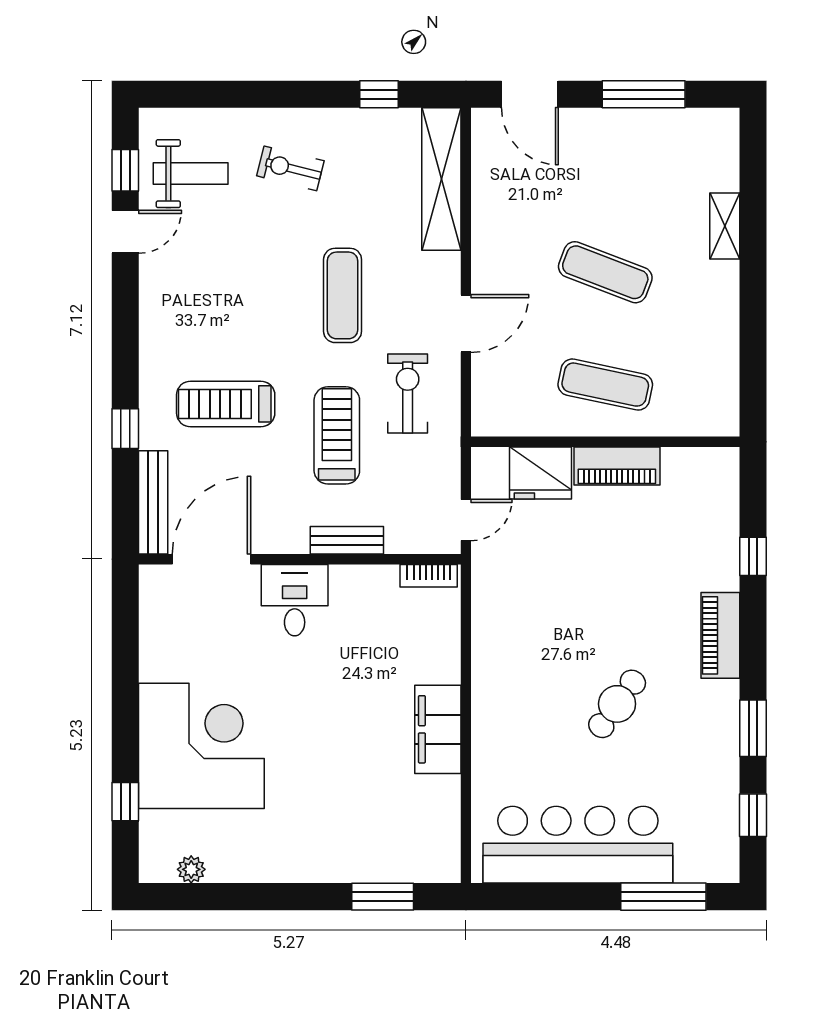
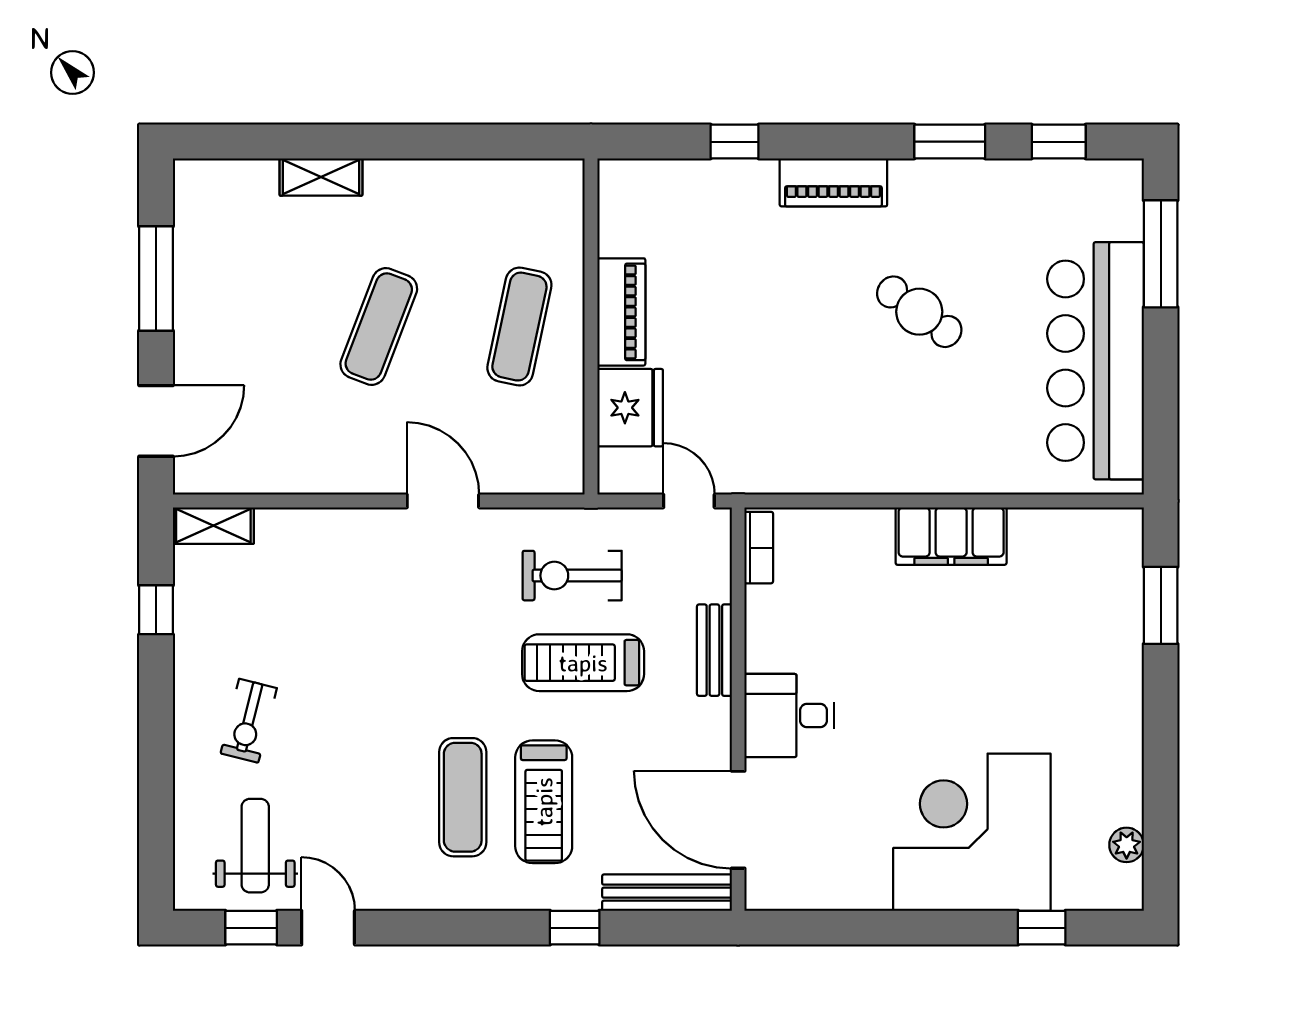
shelving: (441, 179) -> (213, 526), width x0.45, depth x0.75
exercise mat: (343, 295) -> (463, 797), moved, turned 90
exercise bike: (408, 393) -> (572, 576), moved

